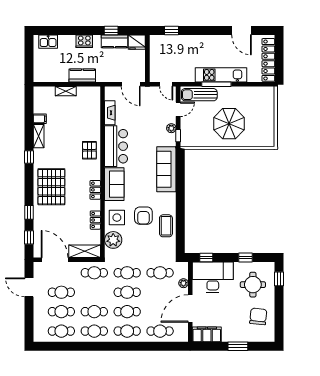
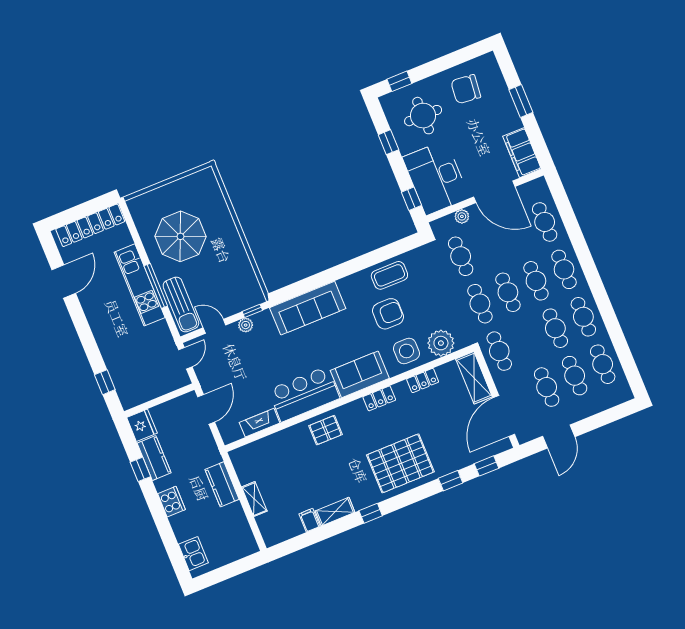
parasol: (229, 124) -> (180, 236), moved

